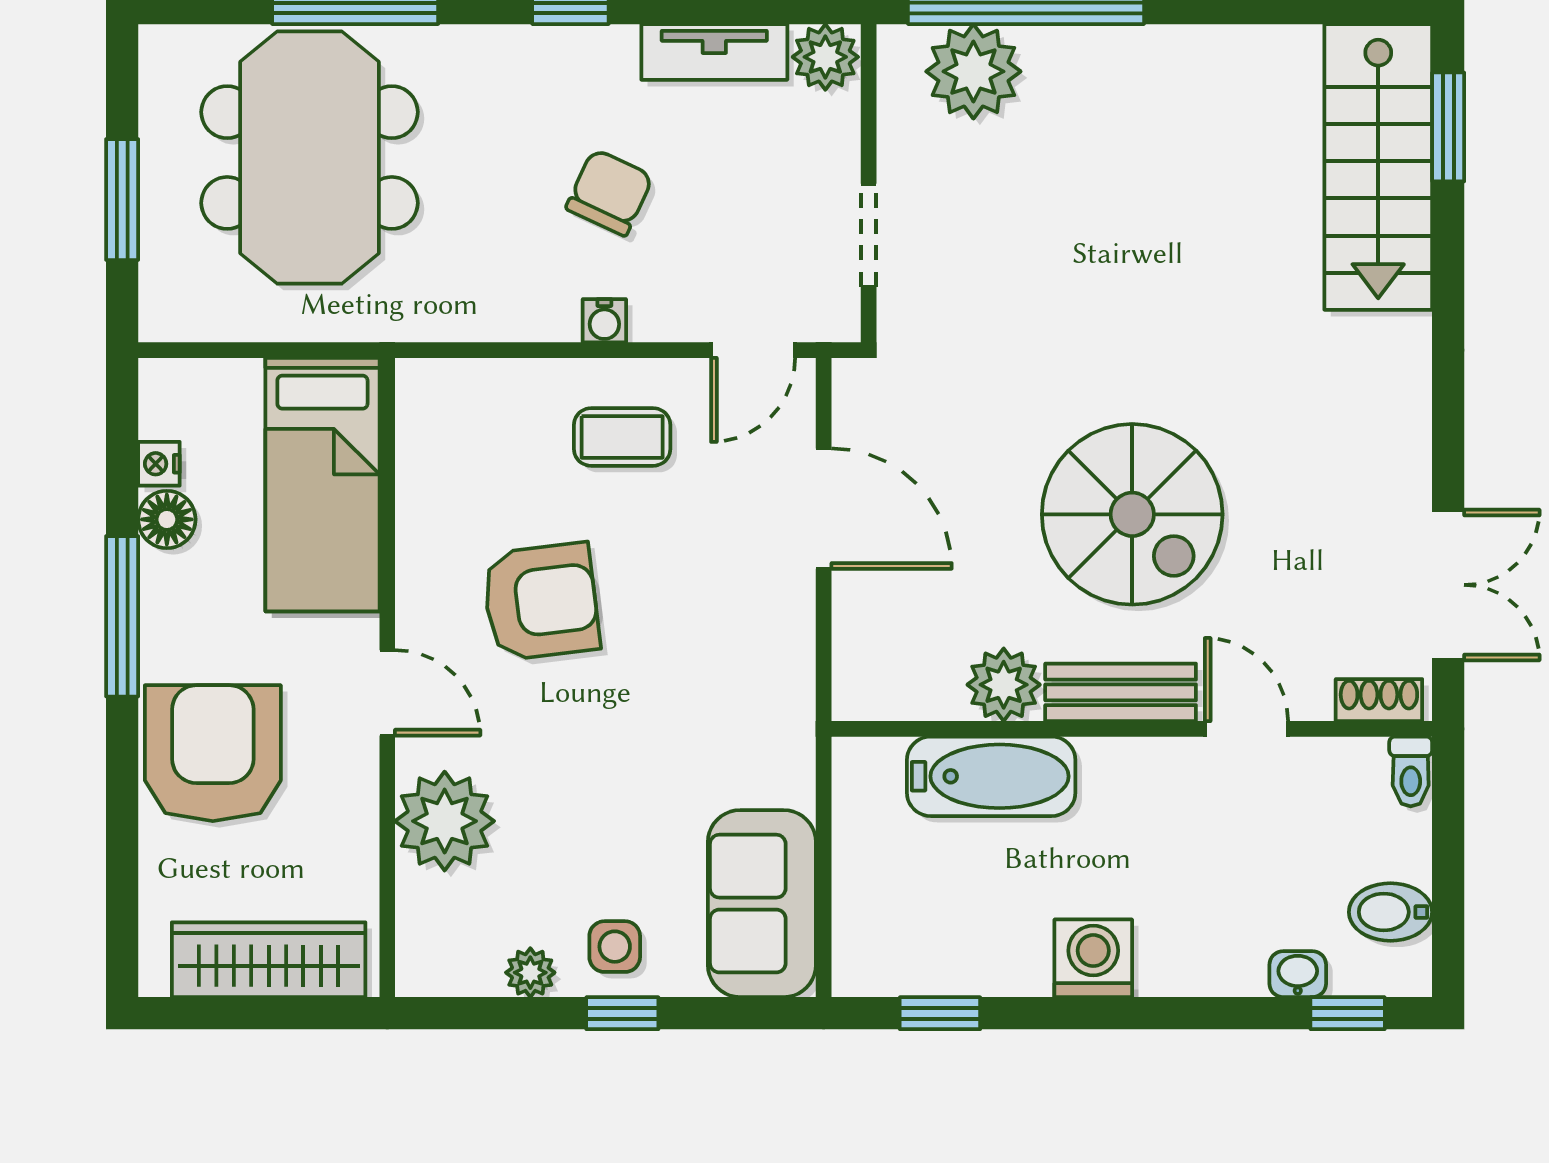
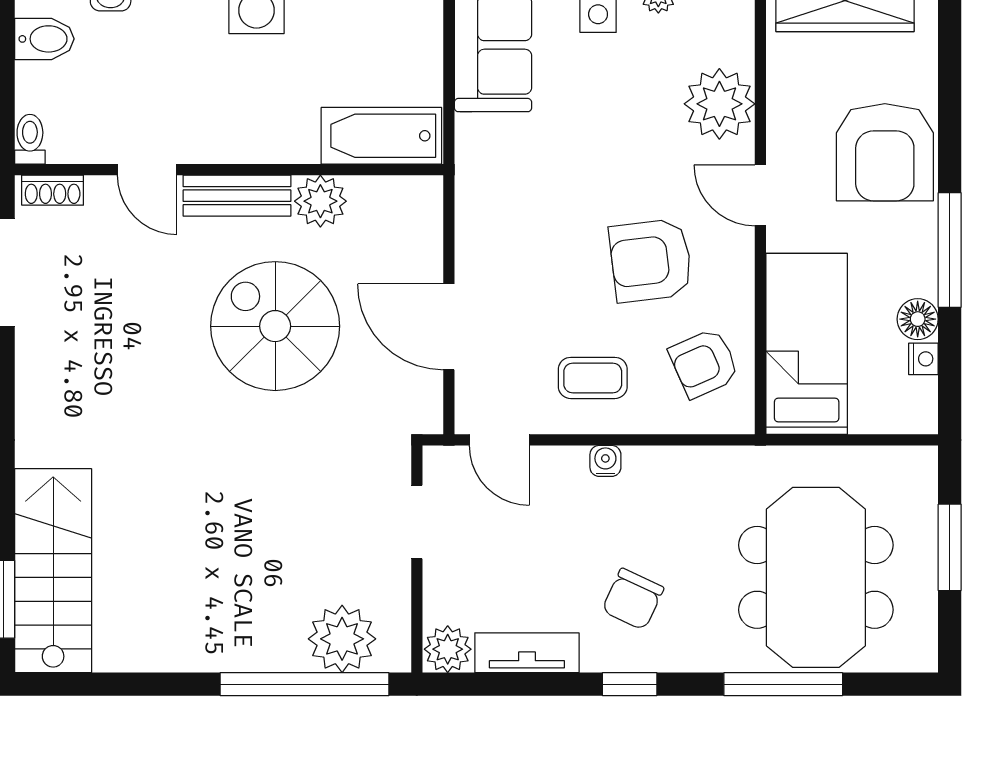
chair: (609, 192) -> (633, 599), moved
door: (753, 350) -> (499, 440), swing flipped
armchair: (466, 458) -> (704, 363), added
spiral stairs: (1132, 514) -> (275, 326), moved
bathtub: (991, 776) -> (381, 136), moved

